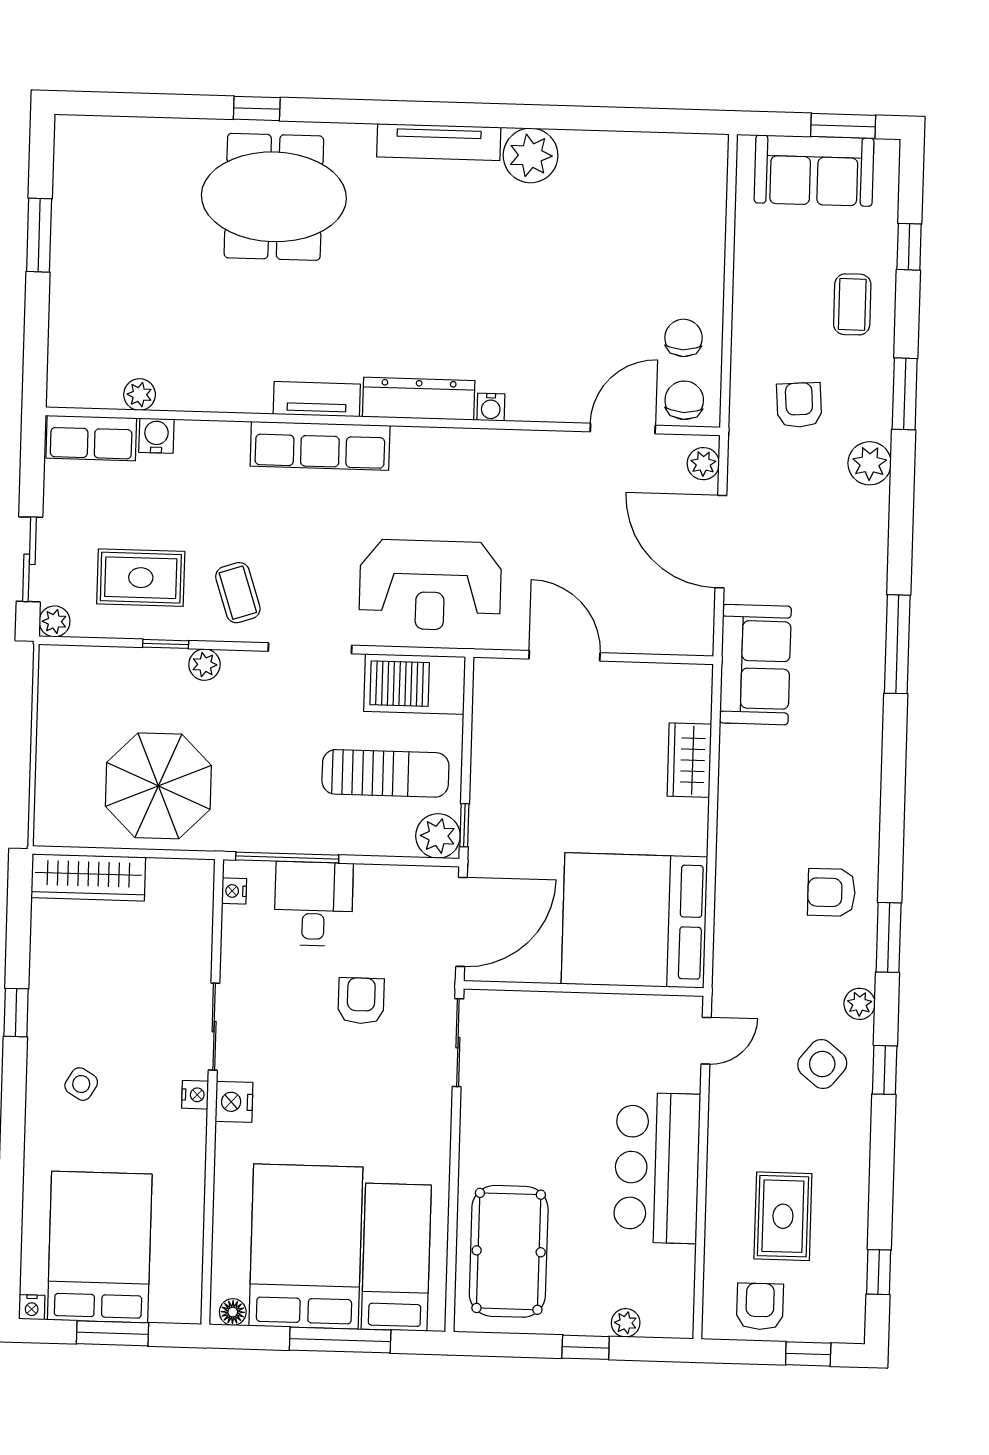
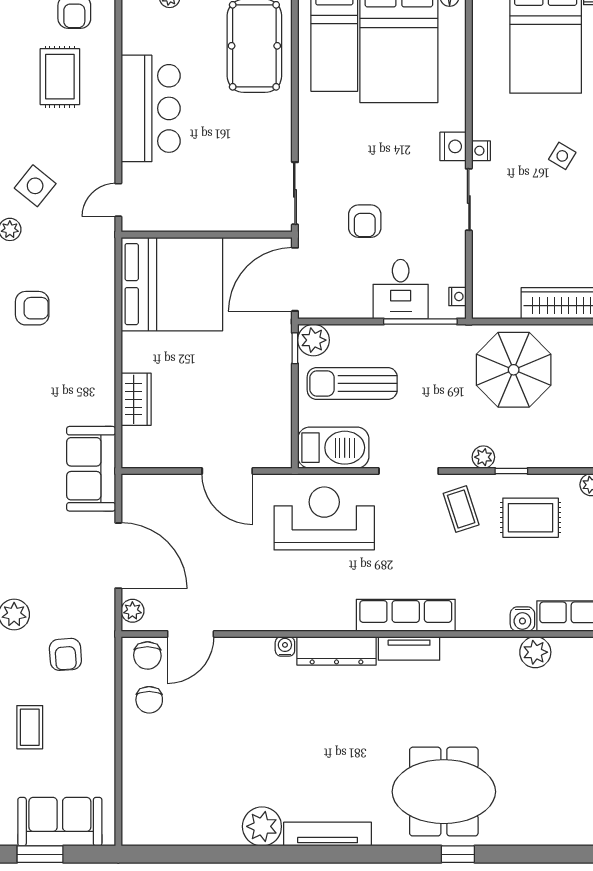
plant: (140, 395) -> (535, 652), width x1.38, depth x1.38

